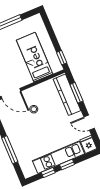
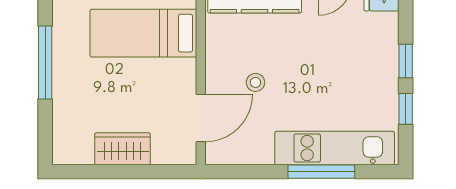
kitchen unit: (59, 157) -> (335, 148), moved, turned 90

